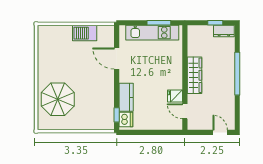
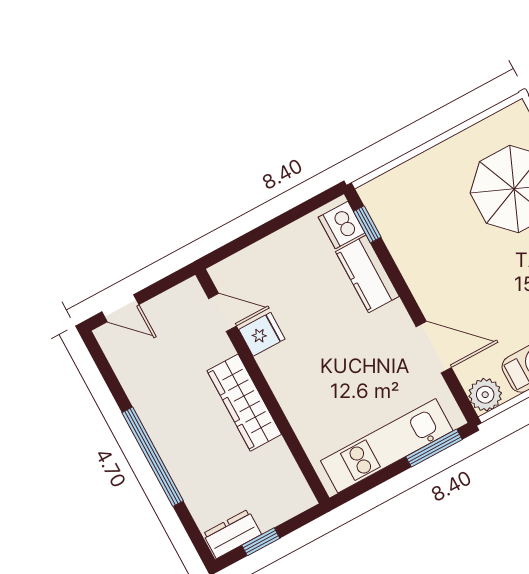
window: (159, 23) -> (434, 448), moved
plant: (107, 32) -> (485, 395), added

